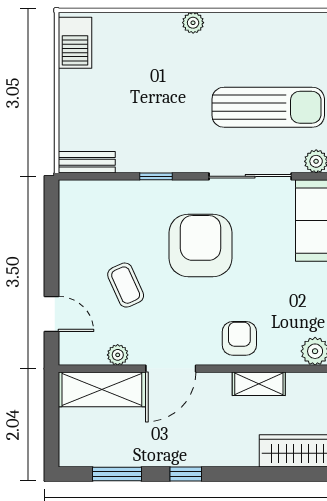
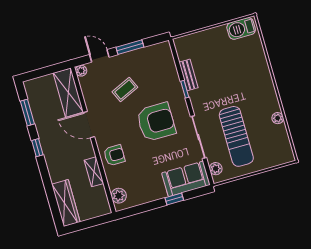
plant: (193, 23) -> (278, 118), moved
bench: (87, 162) -> (188, 75), moved
window: (51, 254) -> (130, 47), added
door: (51, 314) -> (99, 56), swing flipped
plant: (118, 355) -> (81, 71), moved

